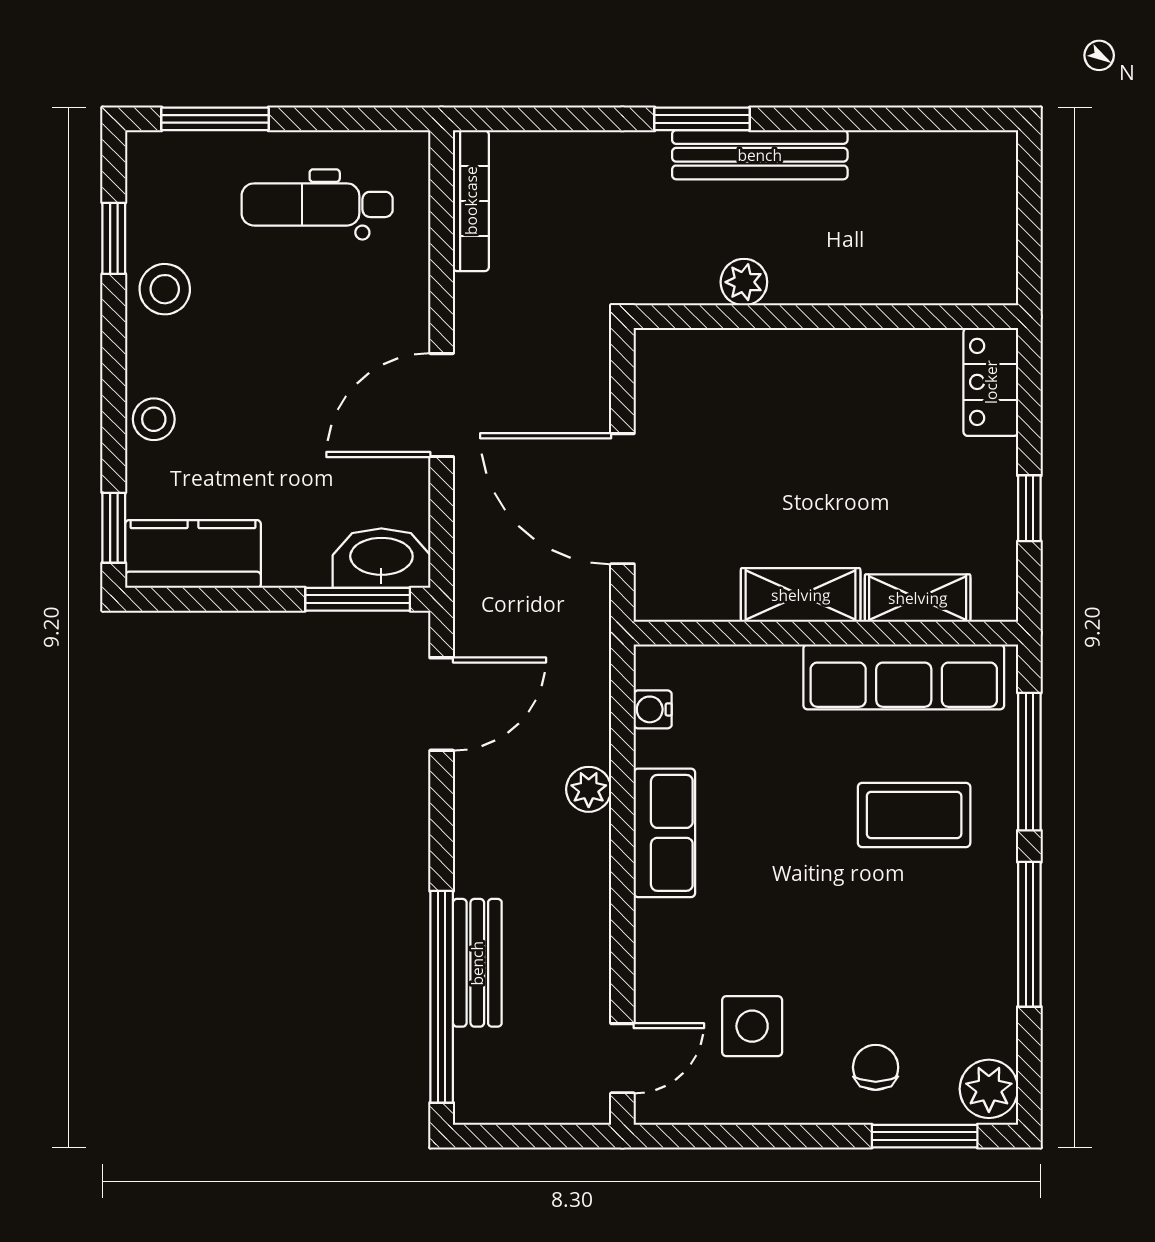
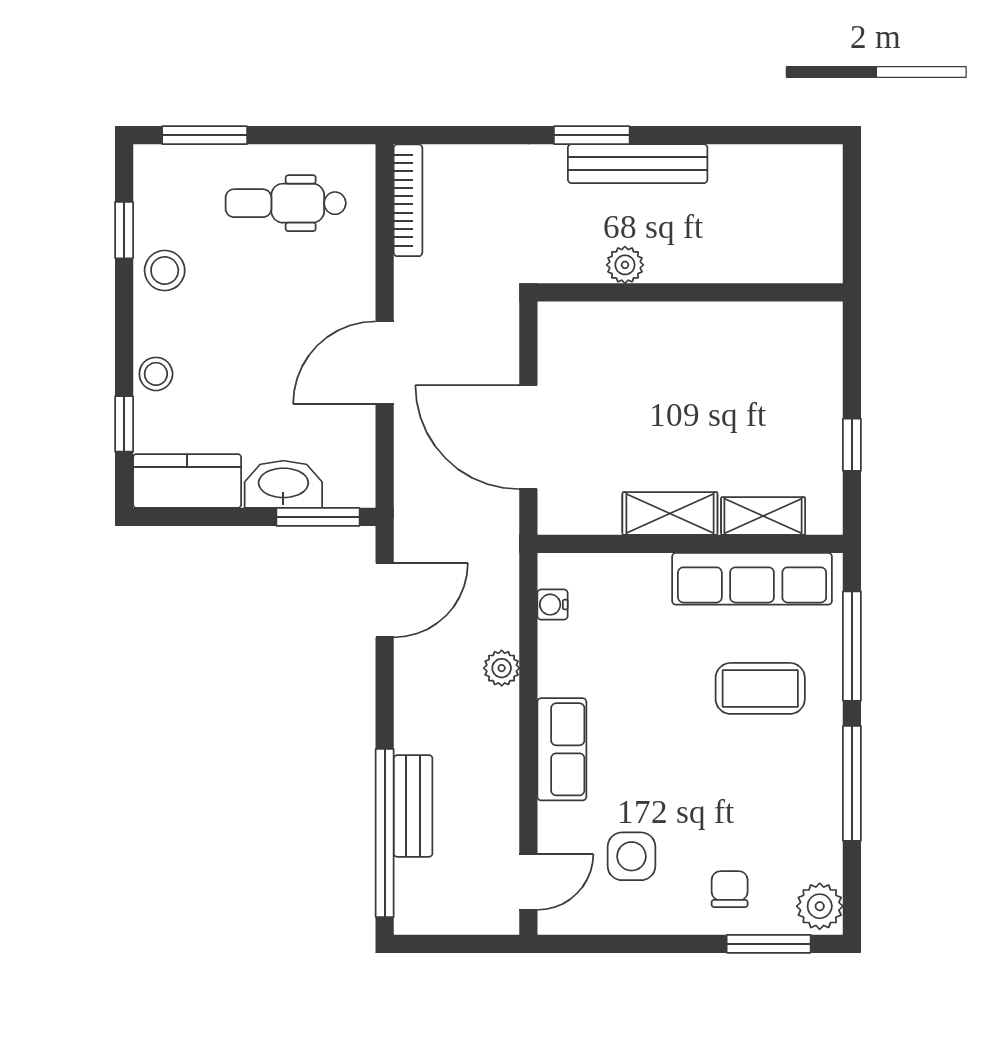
locker: (991, 382) -> (821, 344), removed
window: (114, 528) -> (124, 424), moved
washbasin: (381, 558) -> (283, 484), moved
row of seats: (664, 833) -> (562, 749), moved

